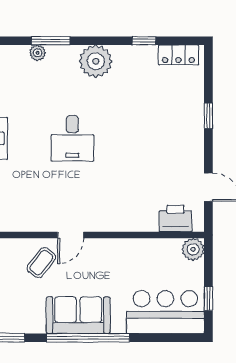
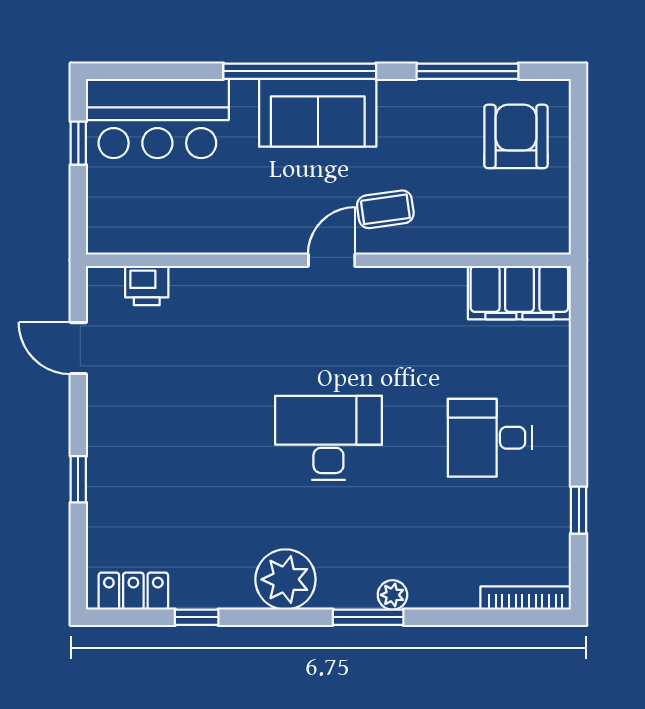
desk: (72, 138) -> (328, 438), width x1.37
printer: (175, 219) -> (147, 286), width x0.73, depth x0.81
plant: (193, 249) -> (107, 234), removed
coffee table: (41, 263) -> (385, 209), turned 44

